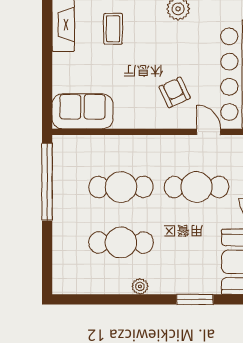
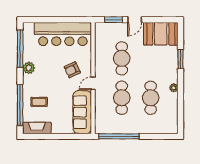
sofa: (82, 111) -> (82, 112), width x1.36
door: (209, 132) -> (93, 83), moved

